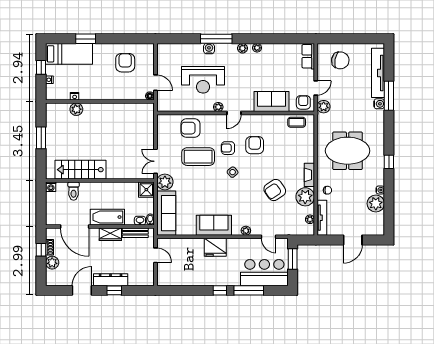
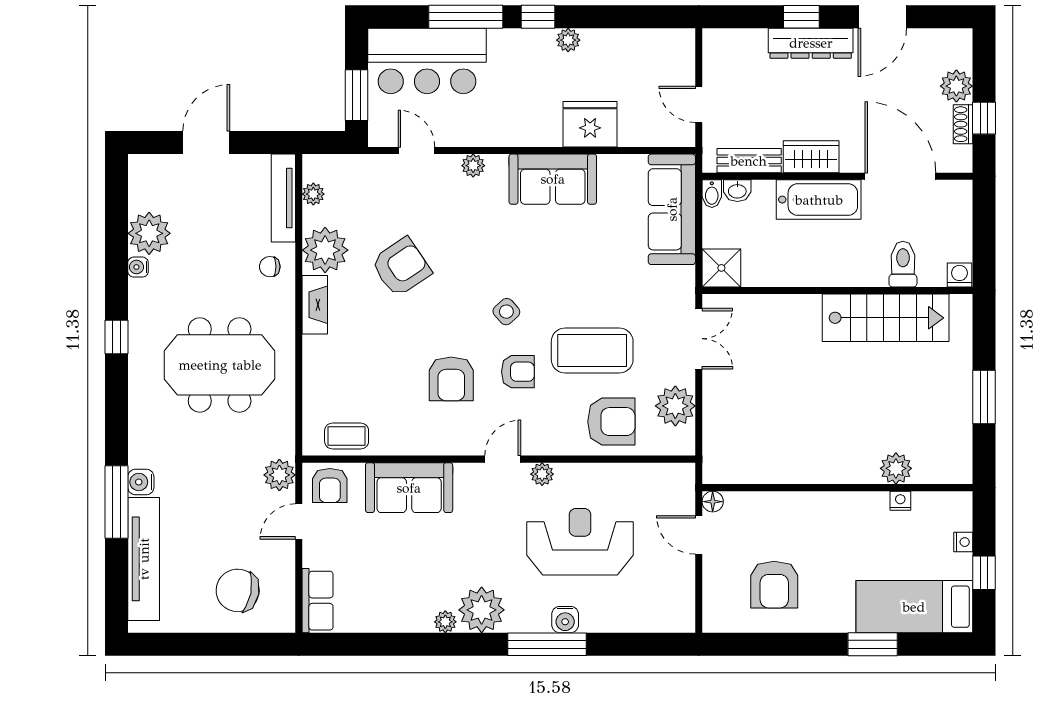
plant: (242, 48) -> (482, 610), width x1.87, depth x1.87
plant: (165, 182) -> (675, 406), moved
fridge: (215, 247) -> (590, 124), moved
plant: (208, 281) -> (568, 40), added

